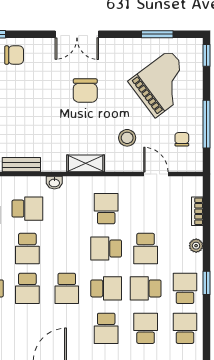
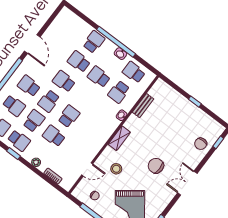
school desk: (106, 209) -> (89, 131), removed

